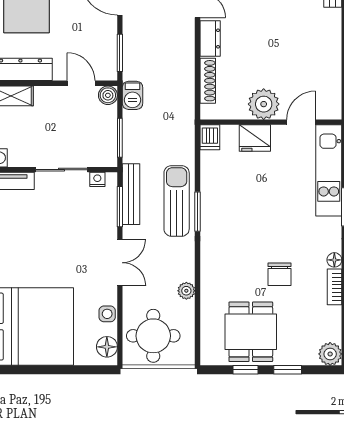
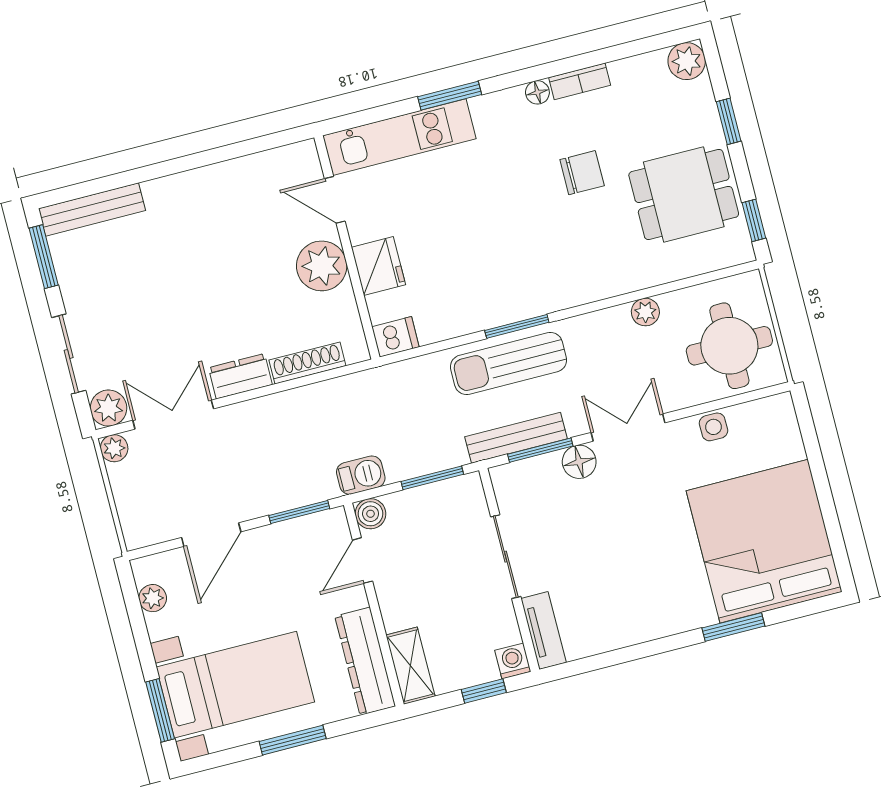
nightstand: (97, 179) -> (507, 496), removed
floor lamp: (107, 347) -> (579, 462), moved
window: (245, 370) -> (754, 220), moved

